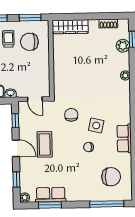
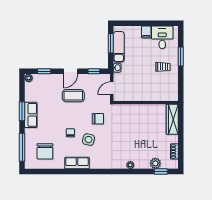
window: (30, 18) -> (181, 85), removed
chair: (29, 42) -> (160, 84), removed
row of seats: (51, 195) -> (31, 115), moved
window: (50, 205) -> (22, 111), moved

